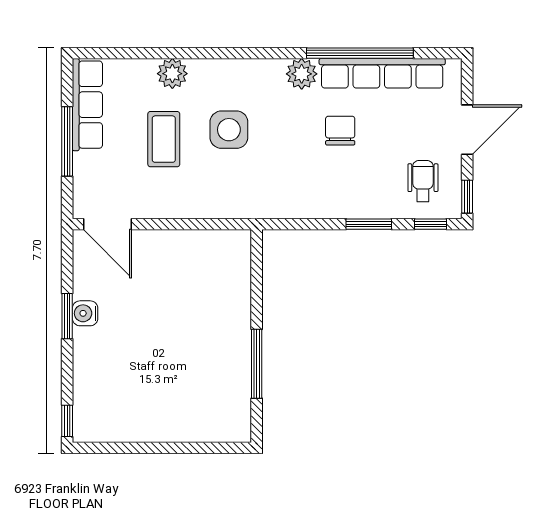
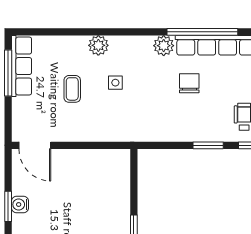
plant: (172, 74) -> (98, 45), moved
side table: (229, 130) -> (115, 83), width x0.54, depth x0.54
coffee table: (164, 139) -> (72, 89), width x0.73, depth x0.77
window: (67, 141) -> (8, 73), moved

